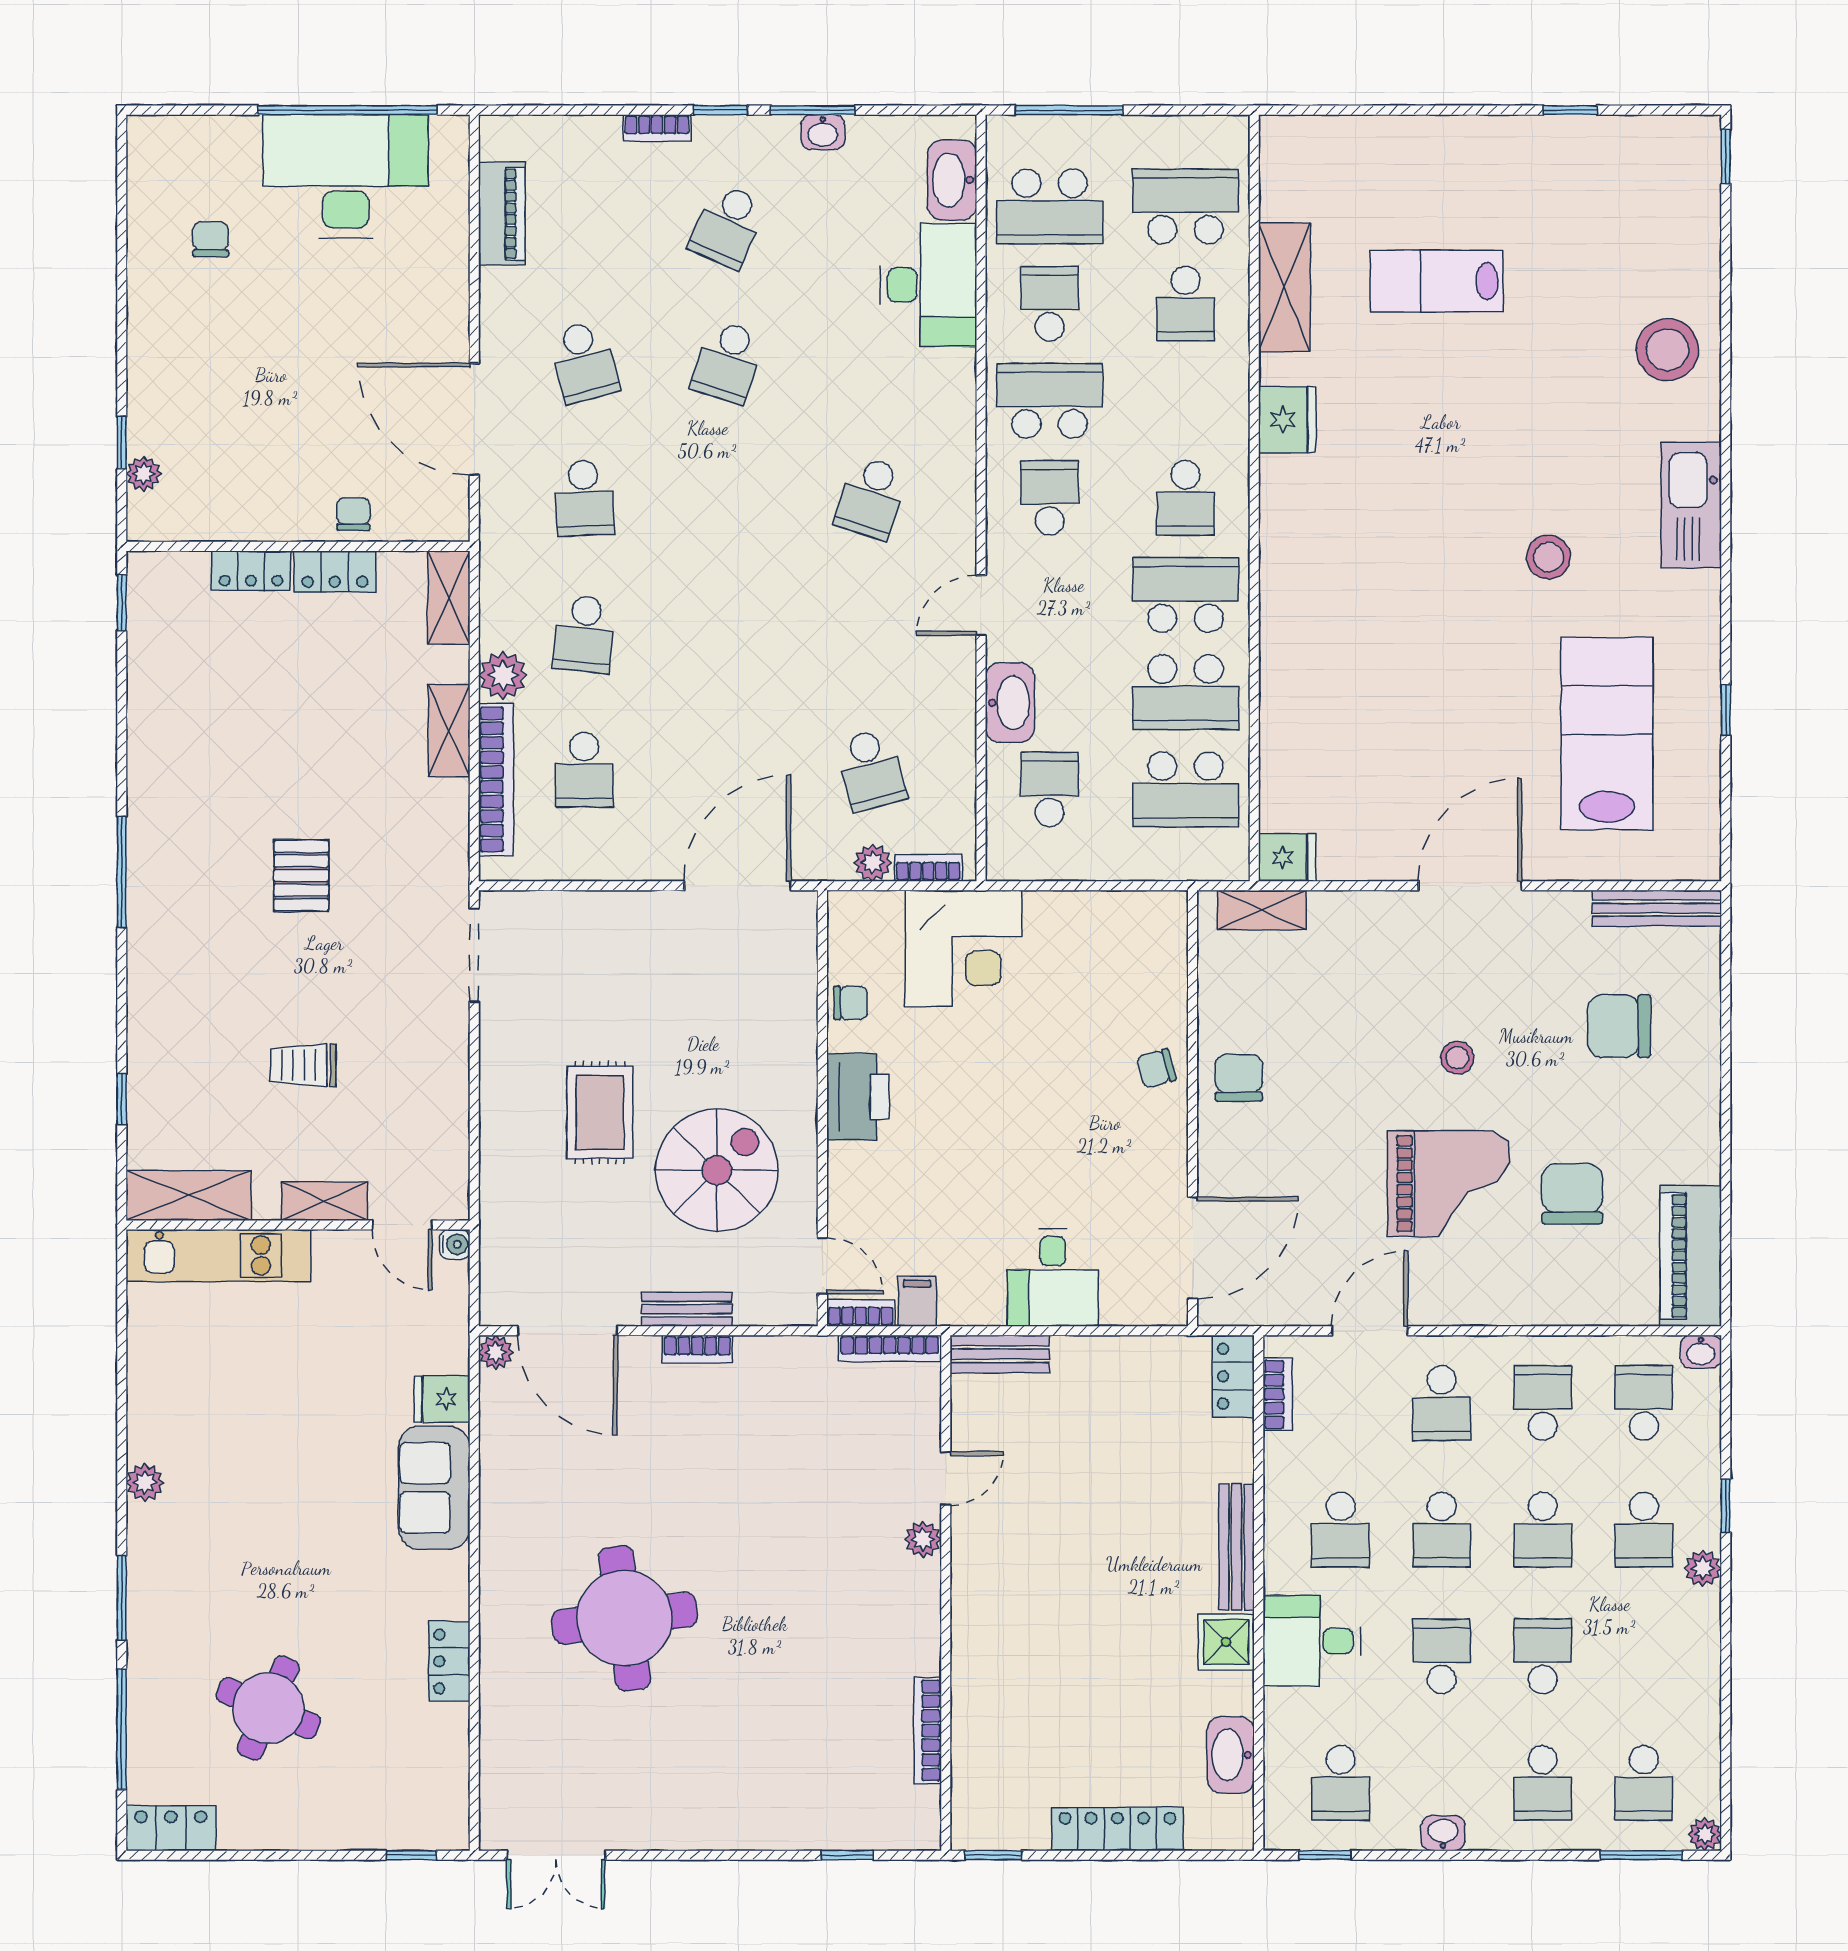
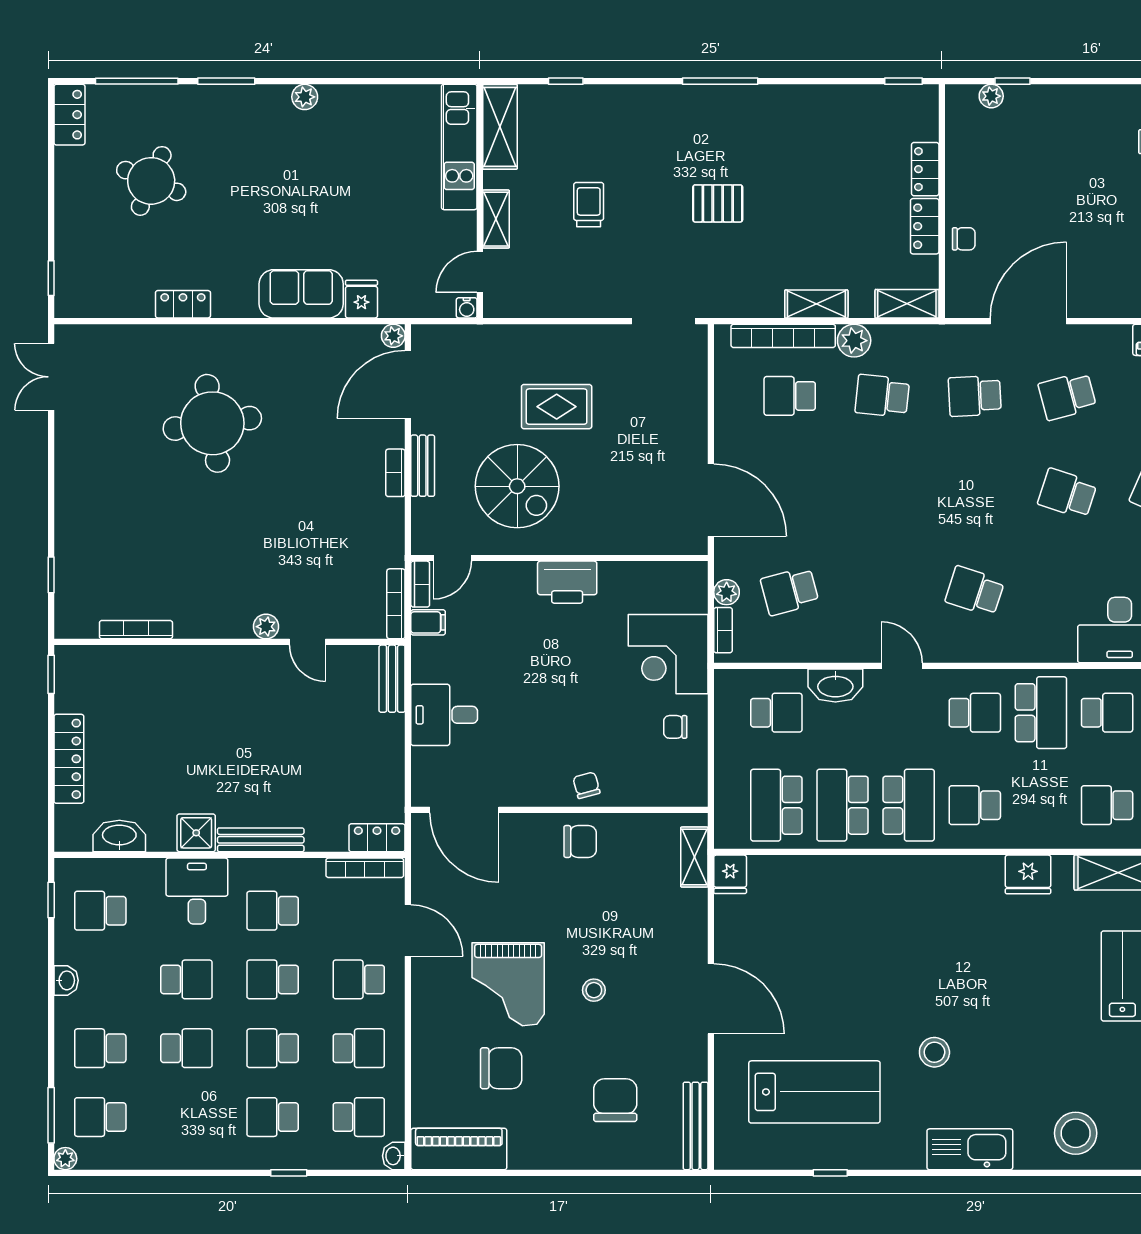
chair: (851, 1003) -> (675, 727), moved, turned 90
bookcase: (1278, 1394) -> (365, 868), width x1.56
plant: (1703, 1568) -> (246, 1157), removed

